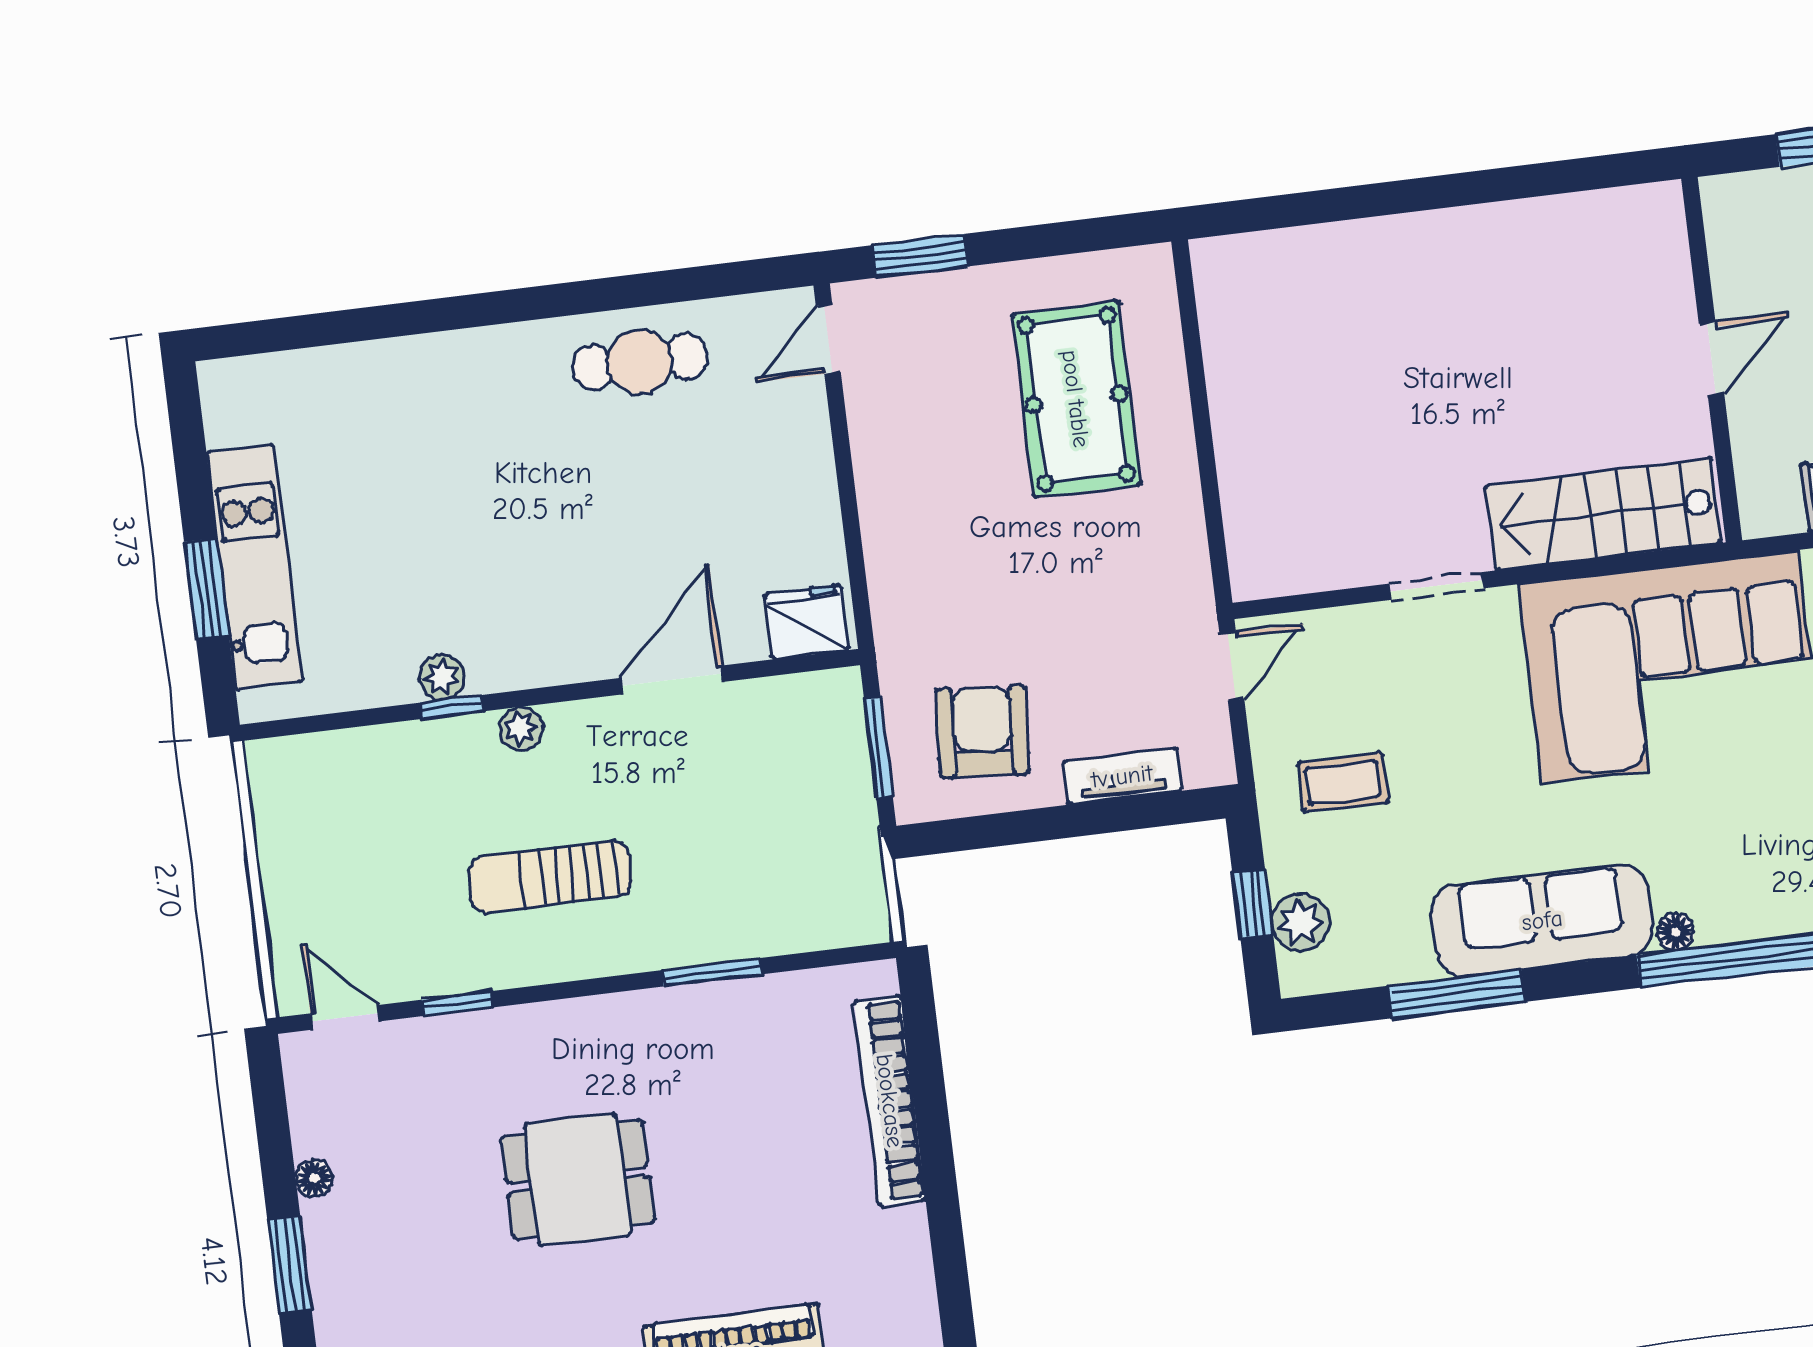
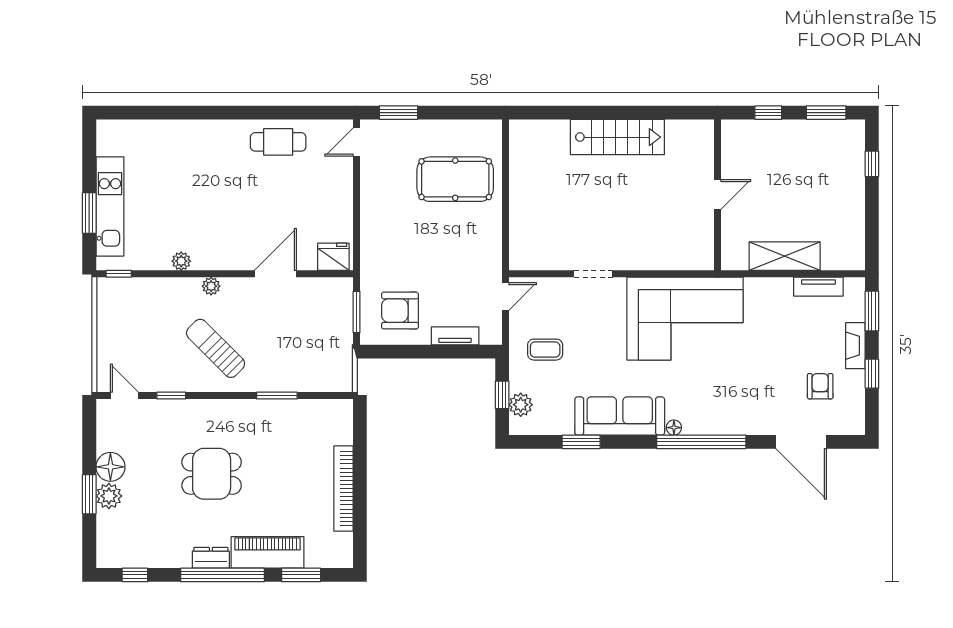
pool table: (1076, 399) -> (455, 179), turned 90
stairs: (1603, 514) -> (617, 137), moved, turned 180
window: (452, 707) -> (119, 274), moved
armchair: (982, 731) -> (400, 311), turned -94
sun lounger: (550, 877) -> (216, 348), turned 45
window: (1457, 994) -> (581, 442), width x0.69
bookcase: (890, 1101) -> (343, 489), moved
floor lamp: (314, 1178) -> (110, 467), width x1.89, depth x1.89
plant: (337, 1263) -> (109, 496), added

